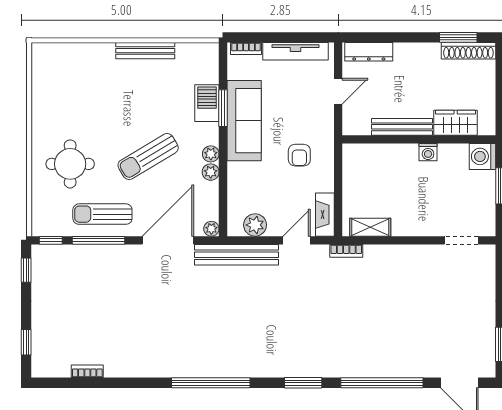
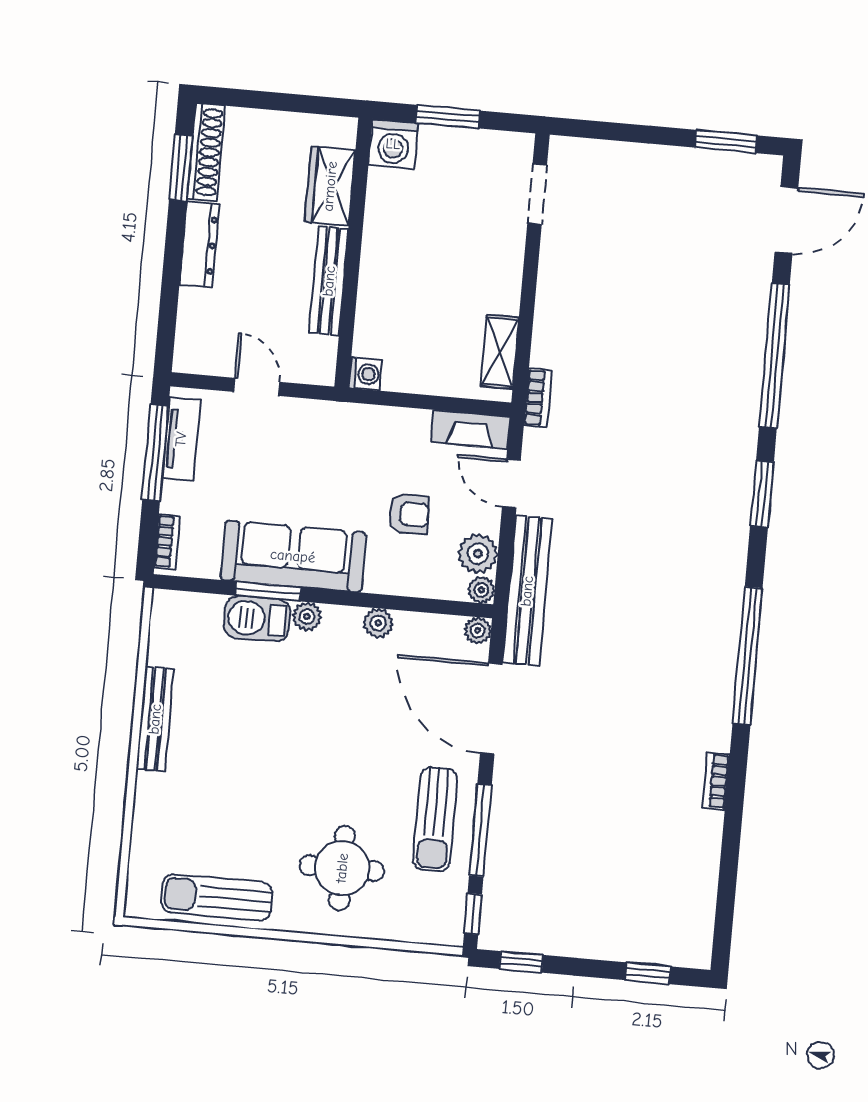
window: (296, 37) -> (155, 453), added
tv unit: (295, 51) -> (181, 439), width x0.71
dresser: (369, 52) -> (199, 245), moved
washing machine: (428, 152) -> (365, 374), moved
plant: (211, 154) -> (307, 616), moved
armchair: (299, 155) -> (409, 514), moved
sun lounger: (148, 157) -> (217, 897), moved, turned 121
plant: (235, 229) -> (481, 590), added
bookcase: (87, 371) -> (716, 781), moved

